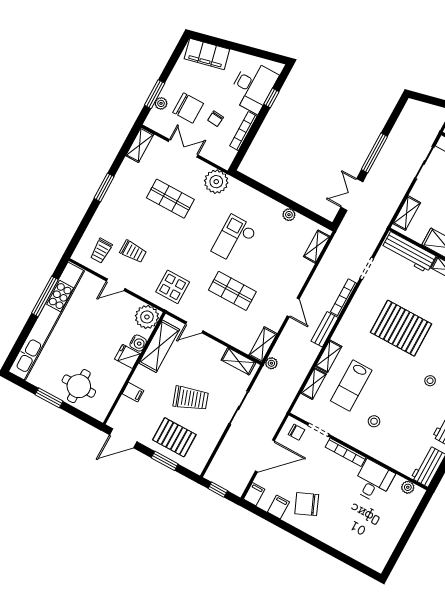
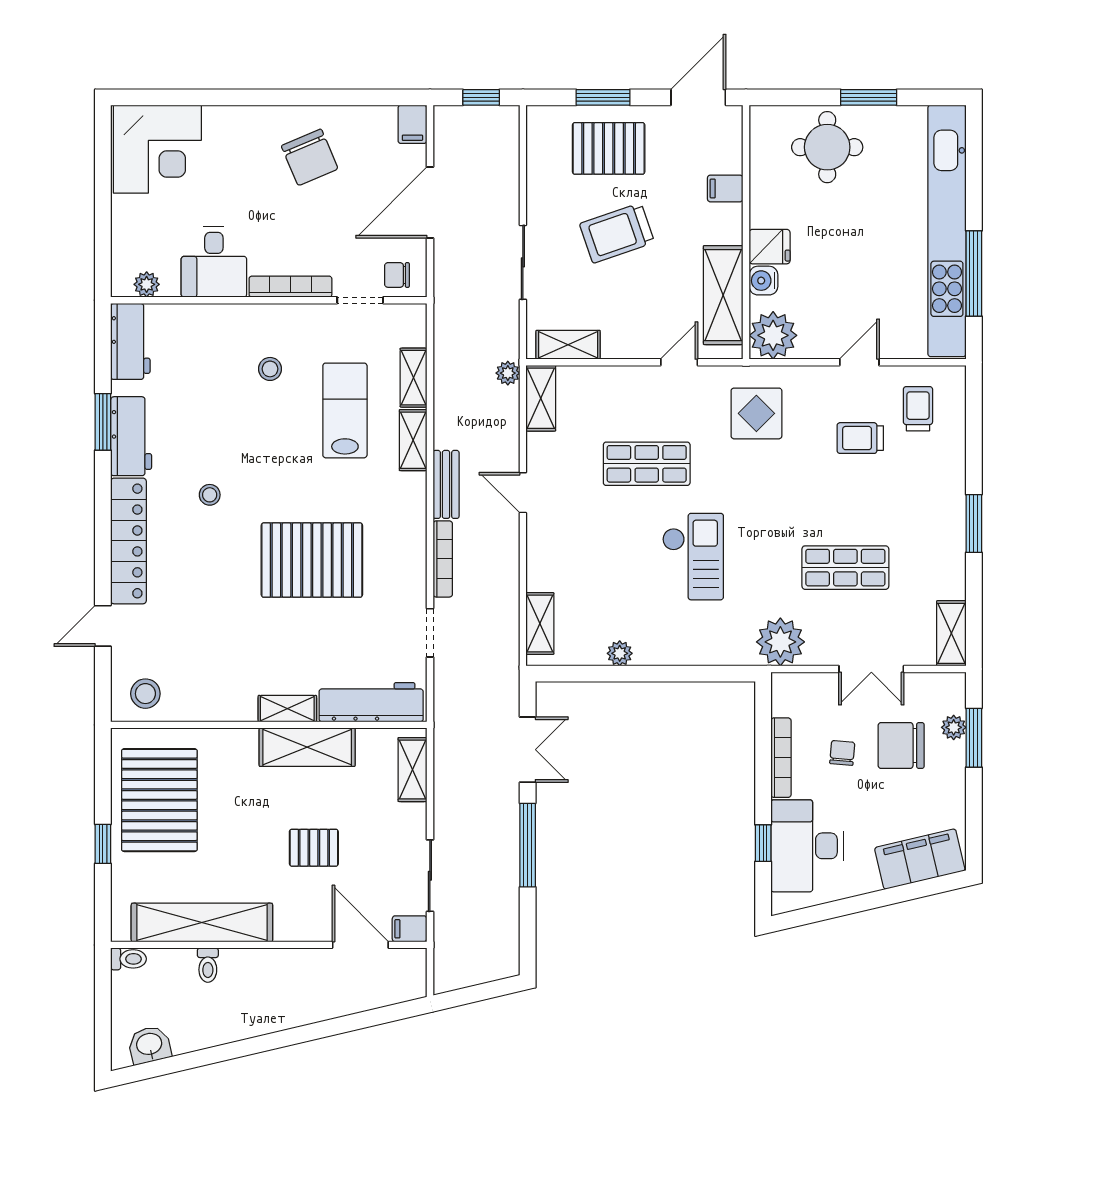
chair: (307, 504) -> (310, 157), turned 90
filing cabinet: (278, 507) -> (357, 125), removed
corner desk: (371, 544) -> (157, 149), added

